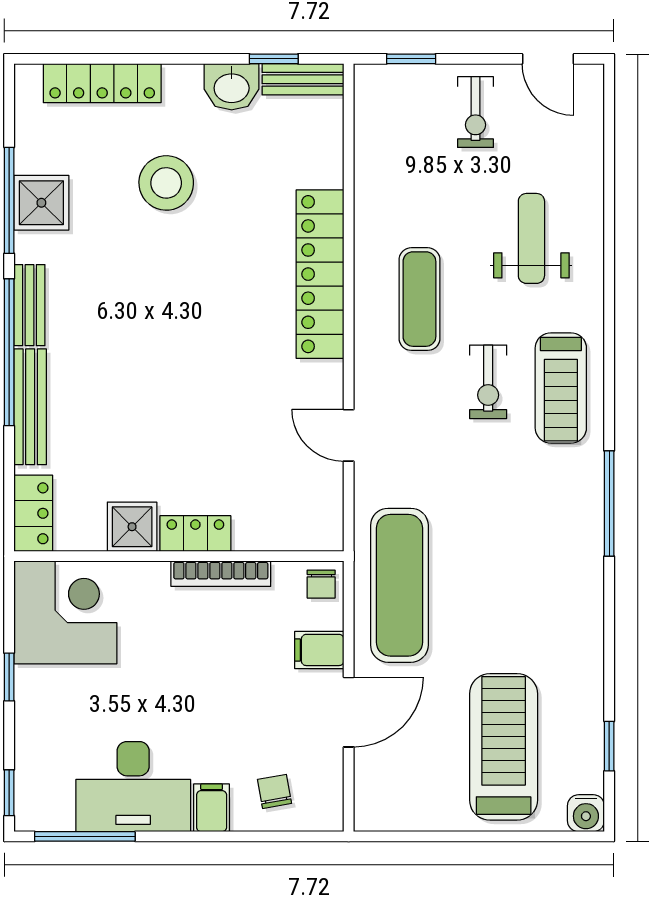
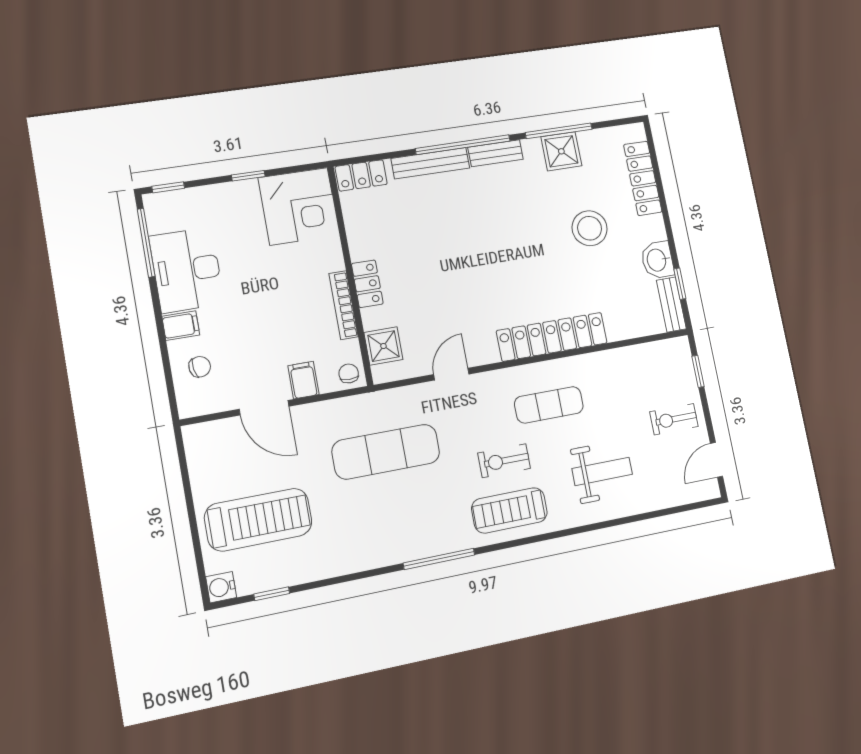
shower: (132, 527) -> (383, 346), moved
chair: (321, 584) -> (349, 373), turned 90
exercise mat: (399, 585) -> (386, 452), moved

